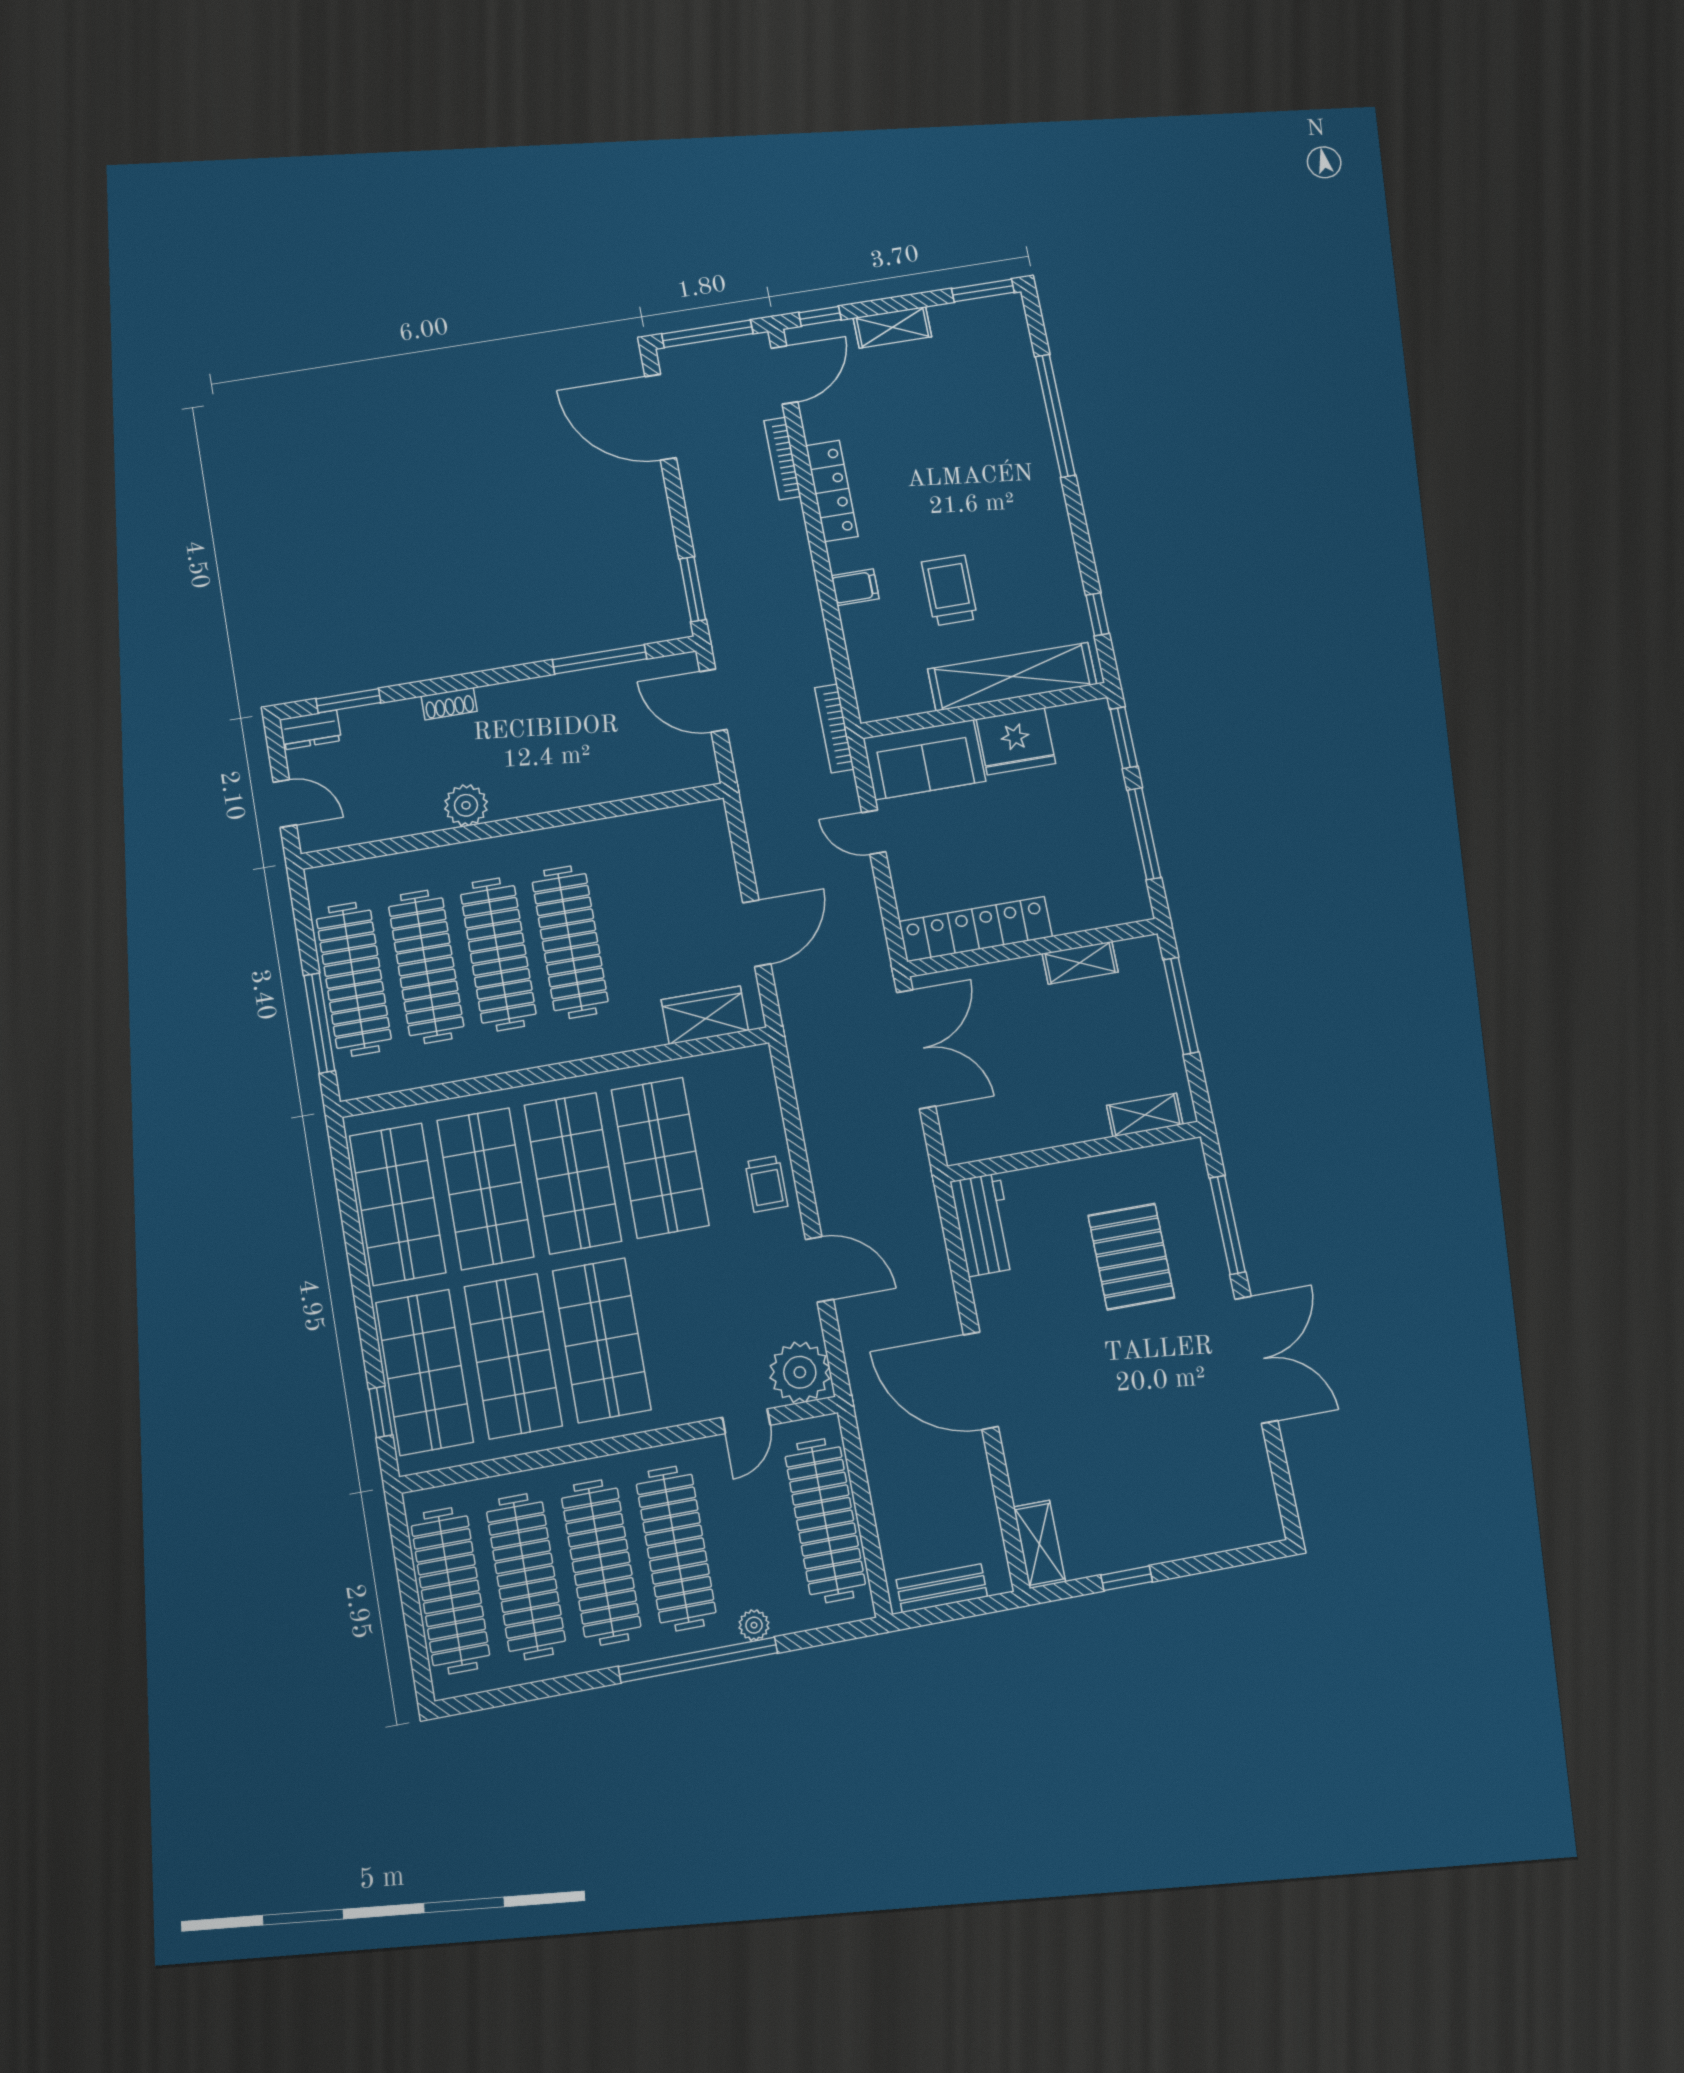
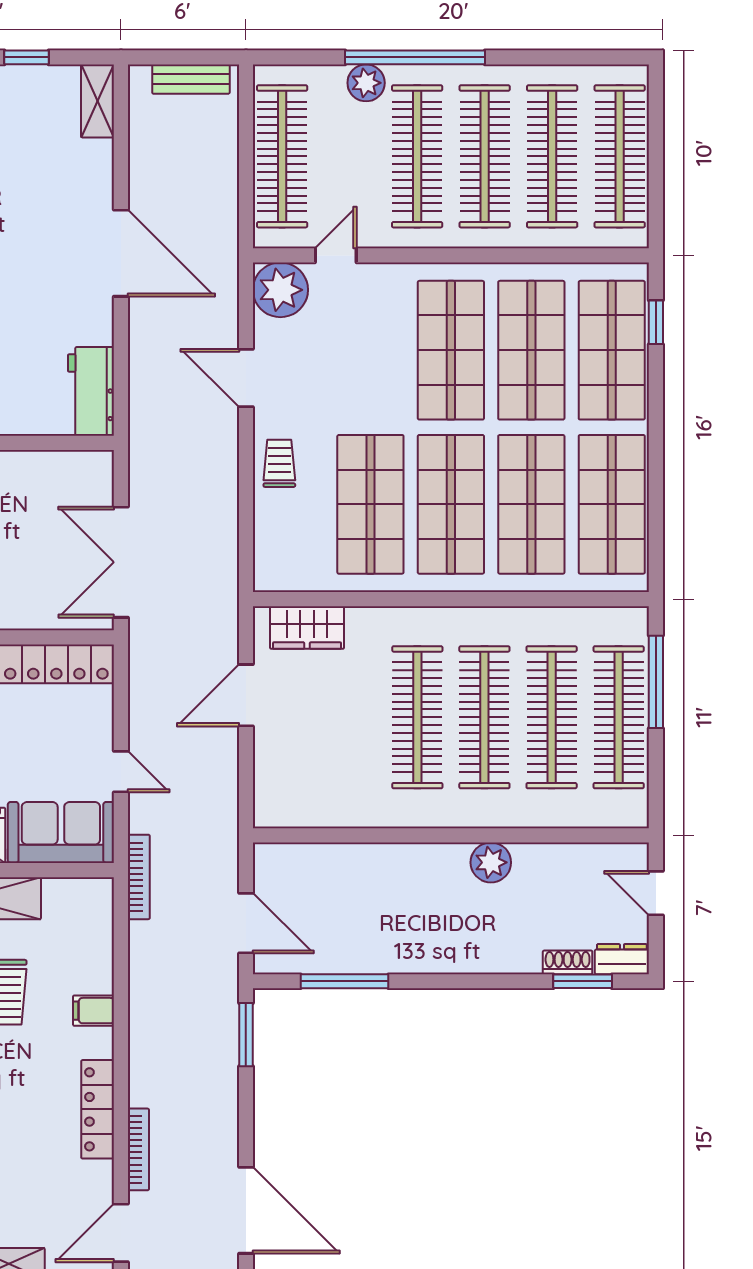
shoe rack: (449, 704) -> (568, 962), moved
plant: (754, 1625) -> (366, 83), width x1.38, depth x1.38

